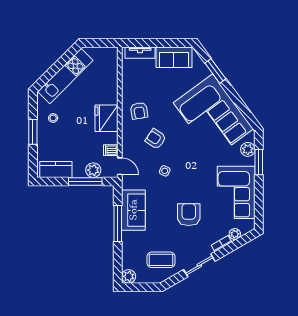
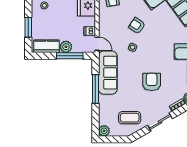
window: (33, 132) -> (28, 27), moved
armchair: (156, 139) -> (137, 26), moved
plant: (93, 170) -> (66, 47), moved
sofa: (133, 210) -> (108, 73), width x1.36

